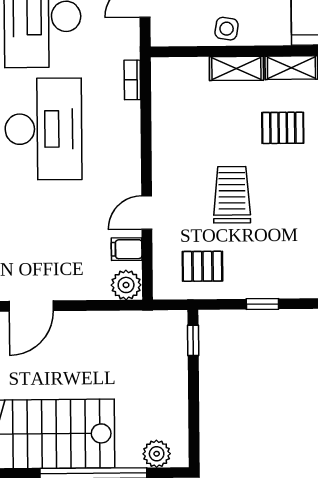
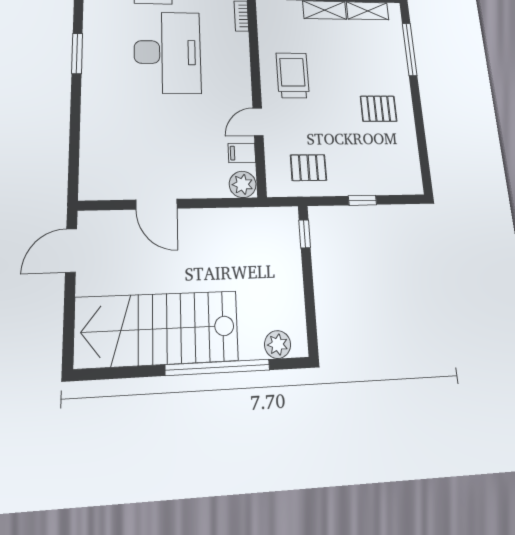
pallet: (283, 128) -> (379, 109), moved
trolley: (232, 195) -> (293, 75), moved
door: (31, 306) -> (157, 204), hinge flipped

